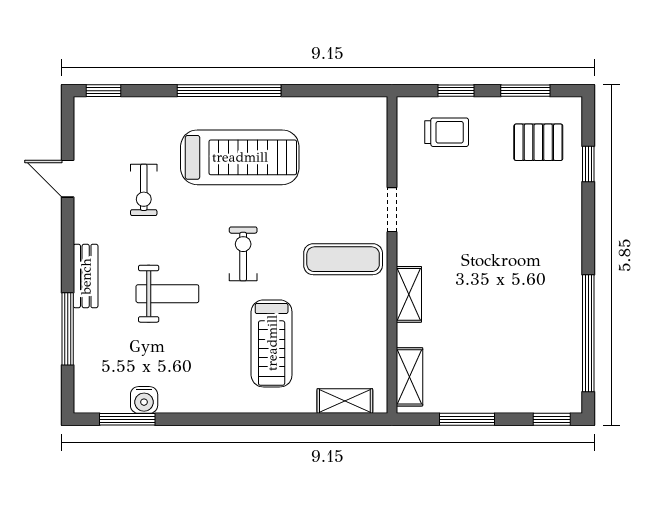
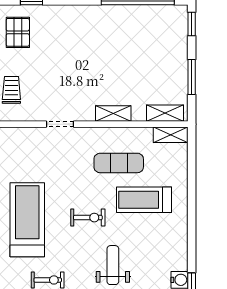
exercise bike: (243, 254) -> (88, 218), turned 180
exercise mat: (343, 259) -> (119, 163), moved, turned 90
treadmill: (272, 343) -> (144, 200), turned 180
shelving: (345, 401) -> (171, 135), moved, turned 90

